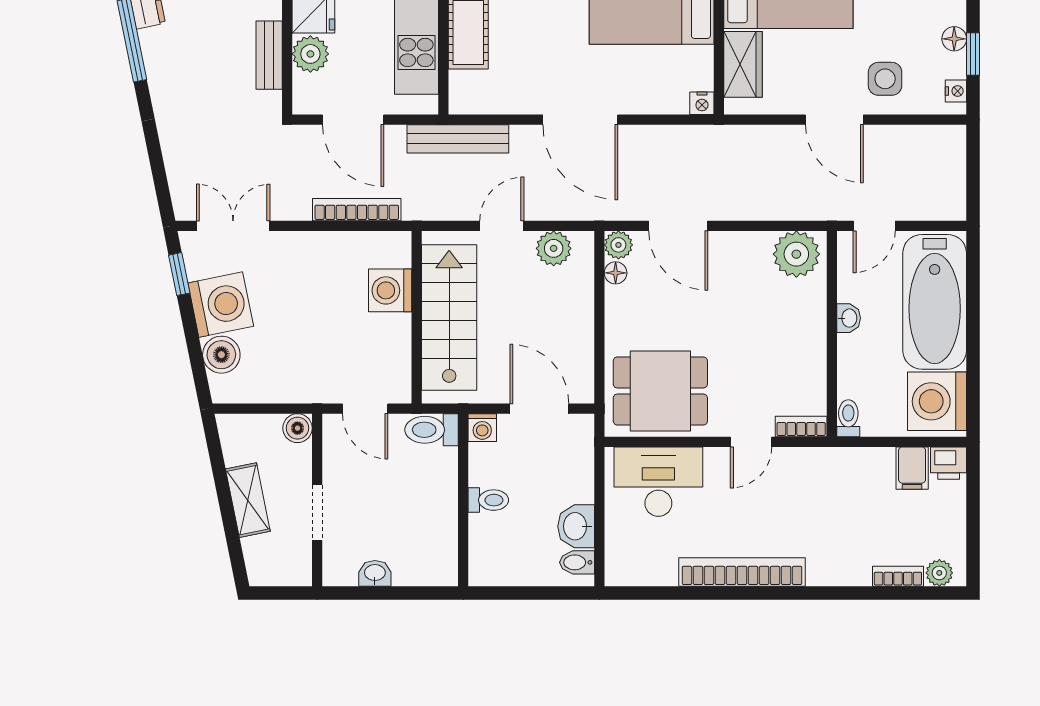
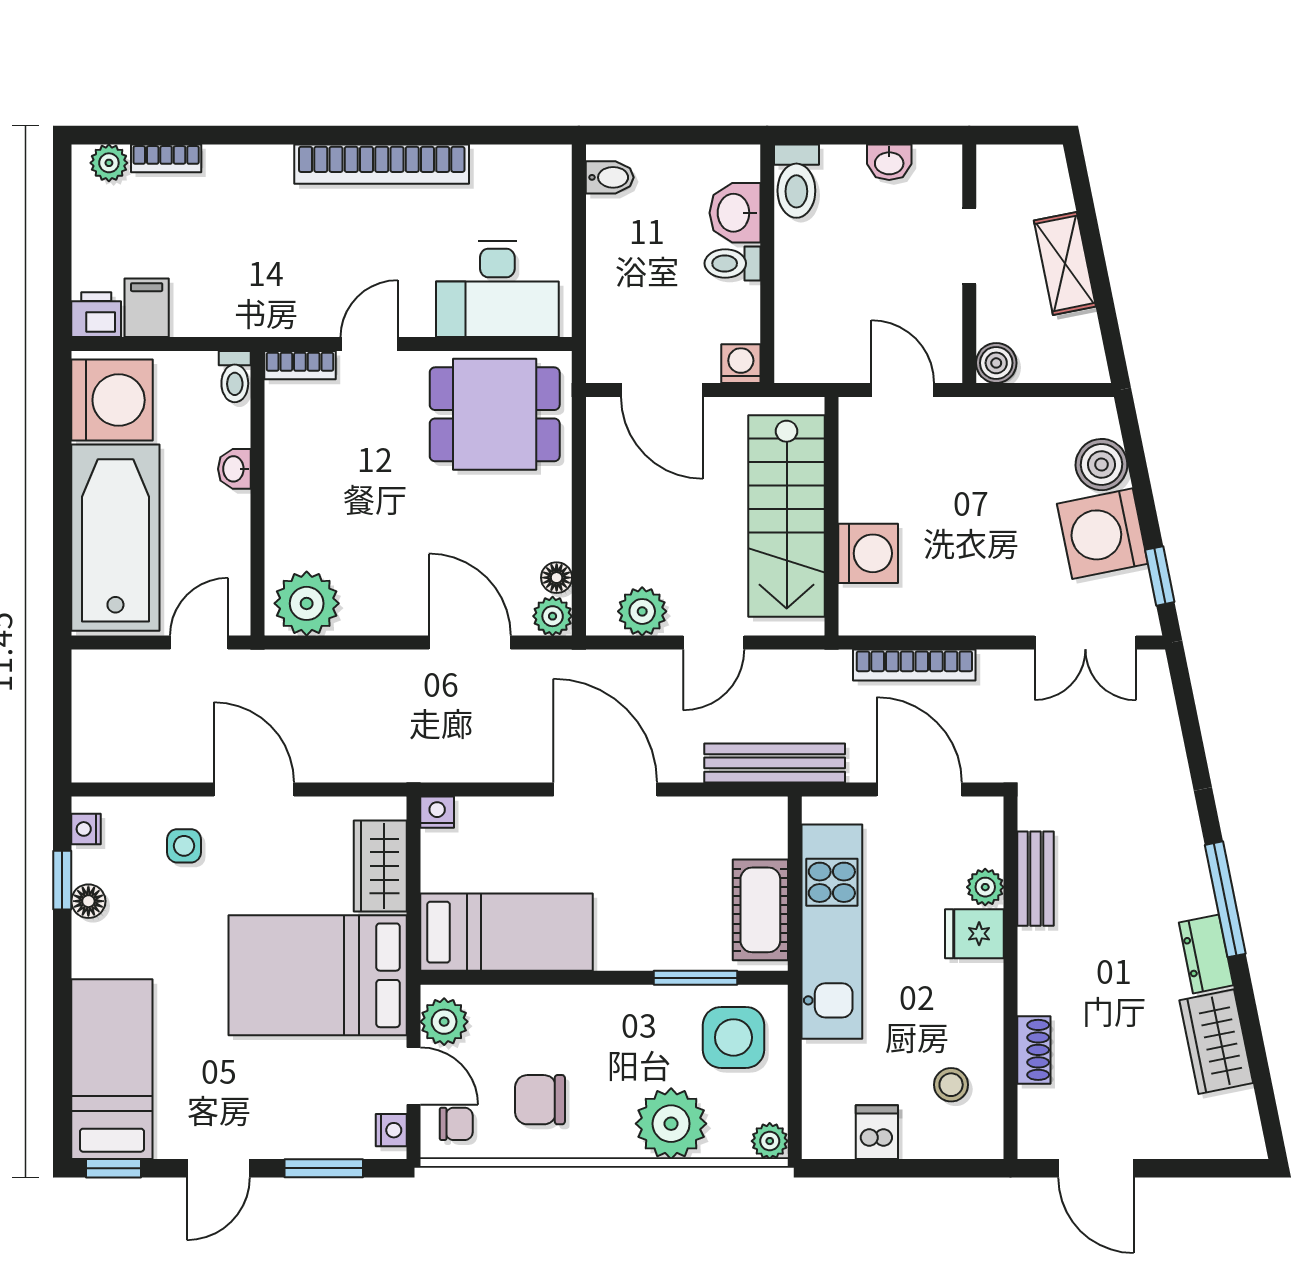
plant: (310, 54) -> (985, 887), width x0.73, depth x0.73
side table: (885, 79) -> (184, 846), width x0.73, depth x0.73
washbasin: (849, 318) -> (234, 469), moved
toilet: (432, 430) -> (796, 181), moved, turned 90
washbasin: (576, 526) -> (735, 213), moved, turned 180

